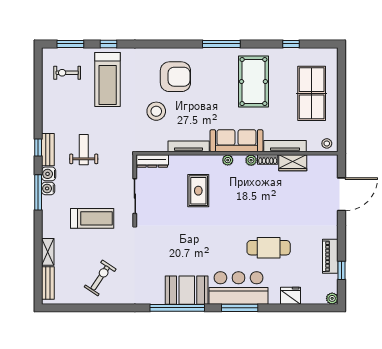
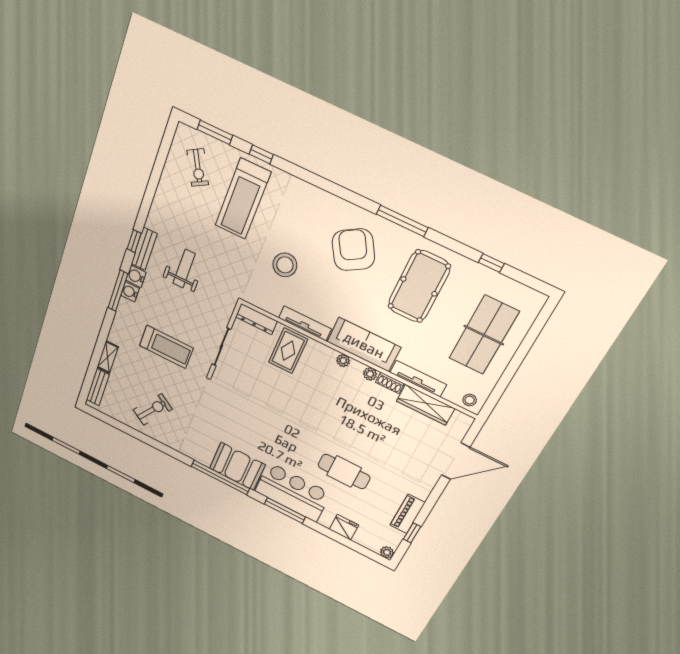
exercise bike: (67, 73) -> (198, 168), turned -119
armchair: (175, 77) -> (353, 250), moved, turned -121
wardrobe: (293, 163) -> (426, 405), width x1.50
rug: (198, 191) -> (288, 351), moved

